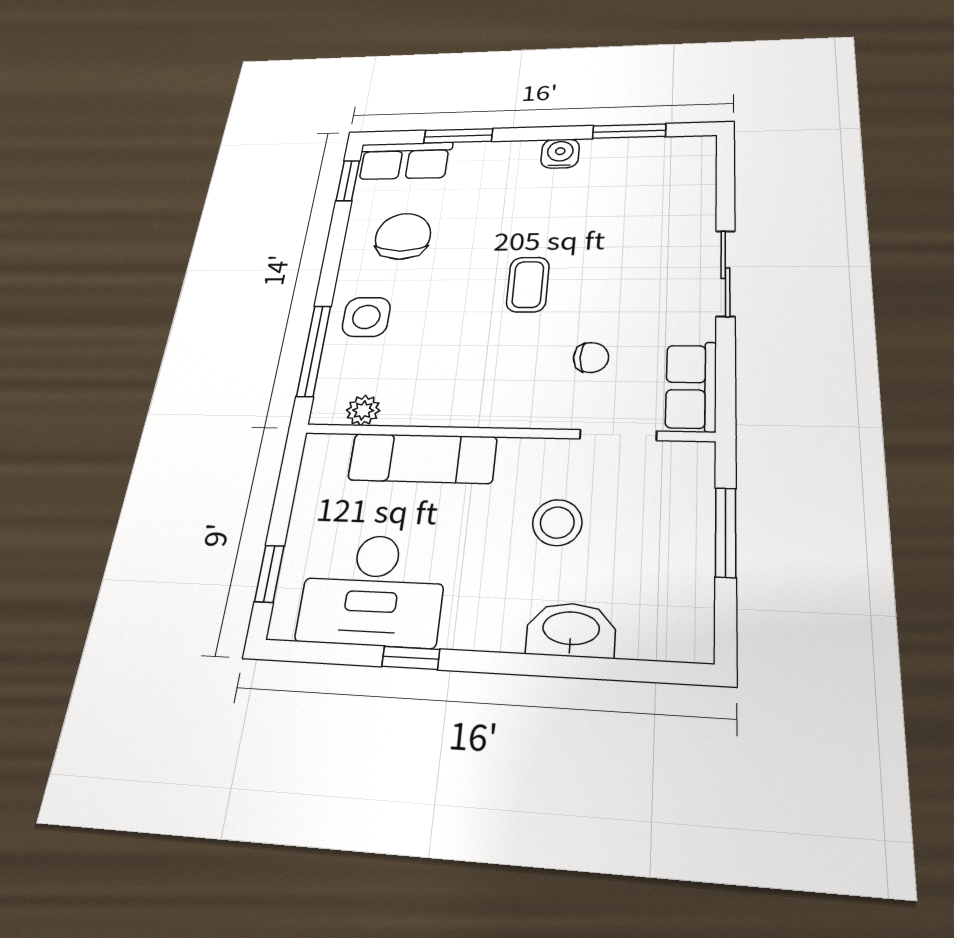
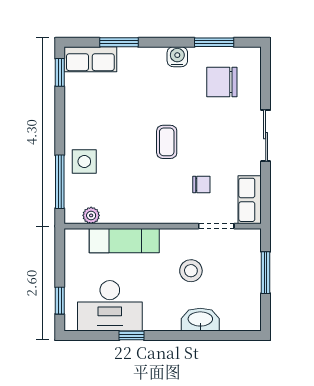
chair: (403, 236) -> (222, 82), moved, turned -90

